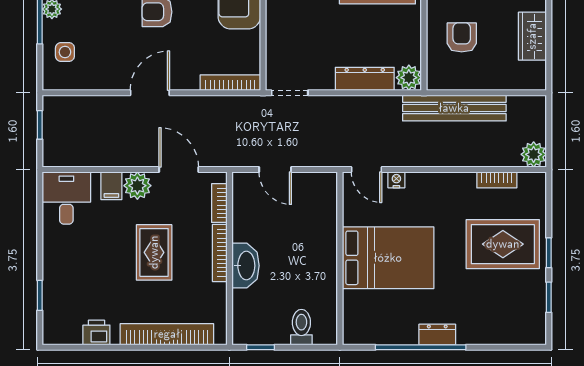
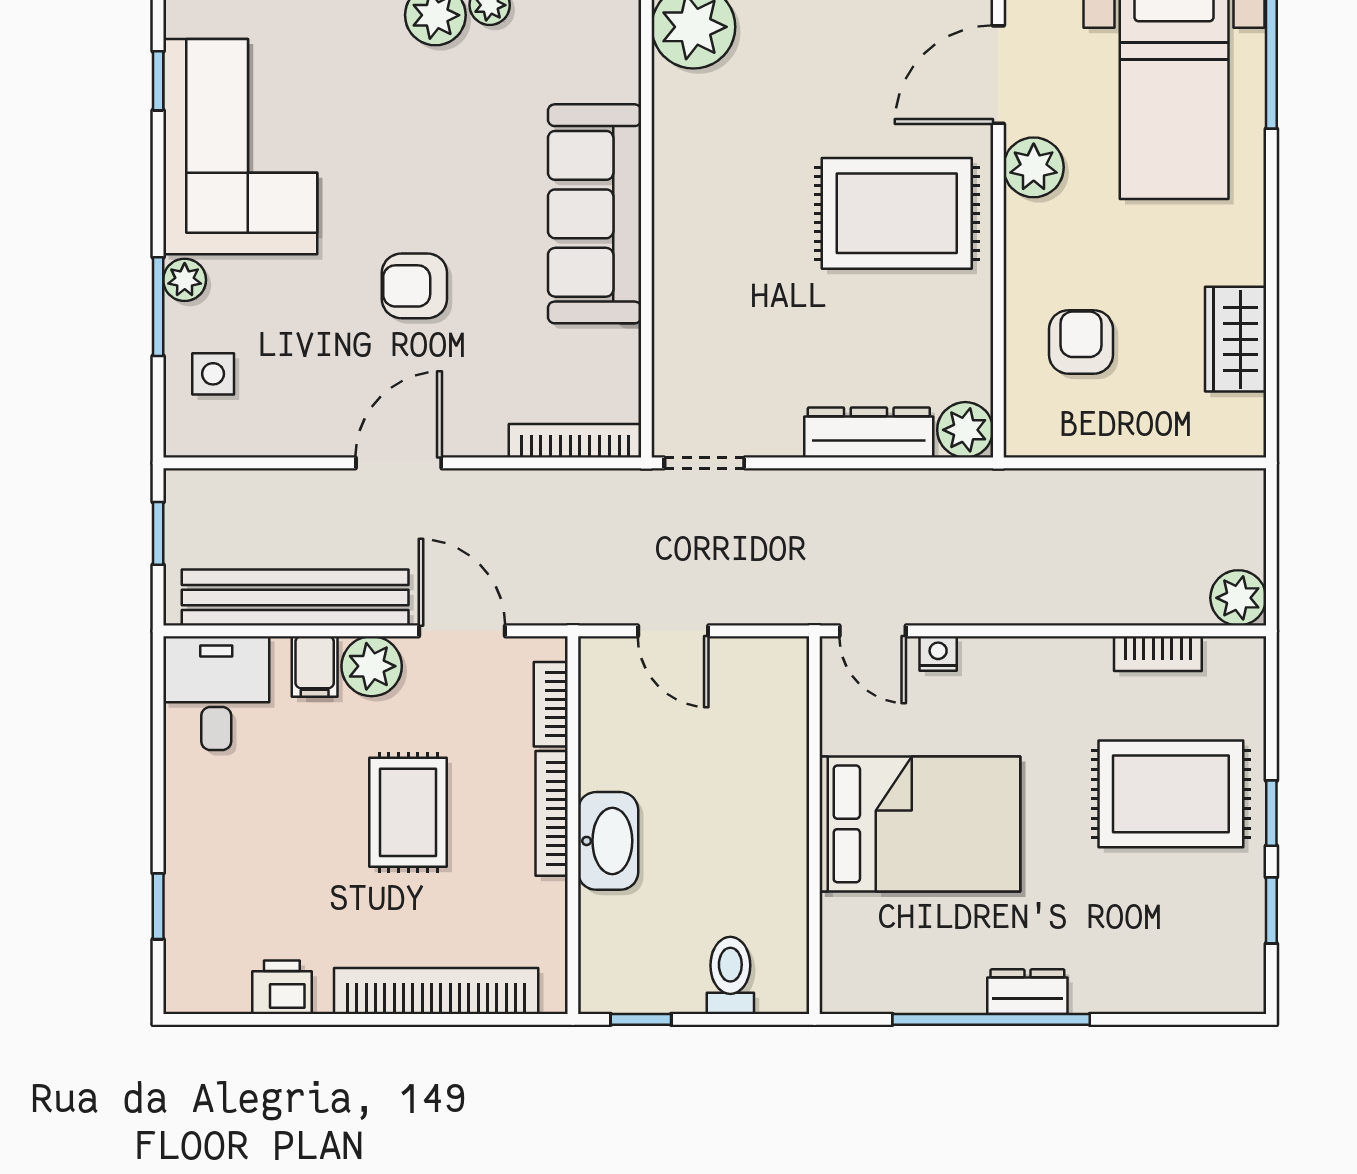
bench: (454, 108) -> (295, 597), moved

